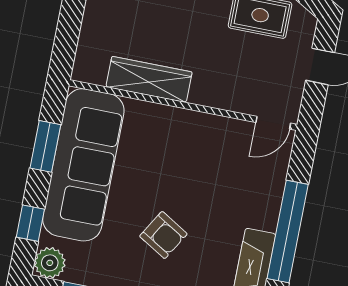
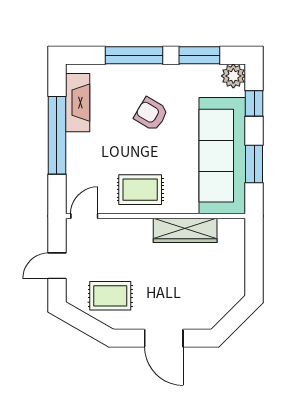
rug: (196, 142) -> (140, 190), added

